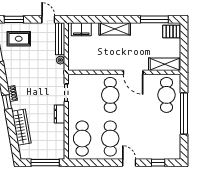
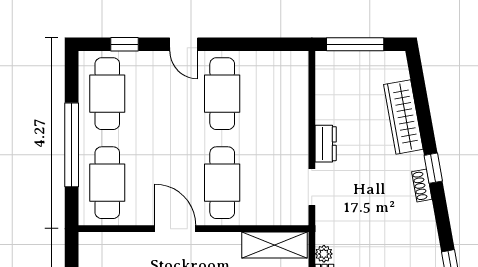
shelving: (165, 64) -> (275, 245), moved
cafe table: (82, 139) -> (107, 94), moved

